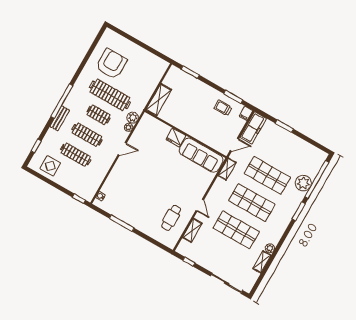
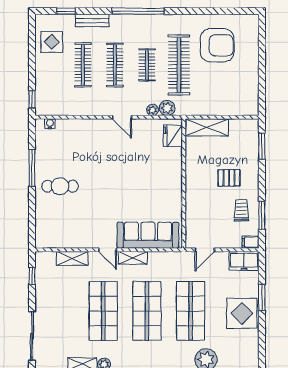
pallet: (198, 104) -> (229, 178), added
bench: (60, 118) -> (92, 20), moved
freezer: (253, 128) -> (244, 261), width x0.71
fridge: (176, 138) -> (173, 136), moved
display table: (287, 144) -> (242, 313), added
door: (234, 145) -> (205, 250), hinge flipped
sofa: (201, 155) -> (148, 235), moved, turned 90
shelving: (227, 169) -> (133, 258), moved
door: (200, 205) -> (108, 250), hinge flipped
cafe table: (171, 218) -> (60, 186), moved

